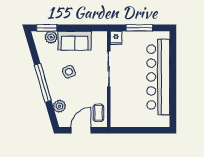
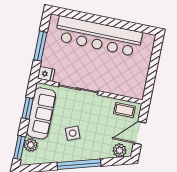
window: (83, 28) -> (28, 108), added
sofa: (75, 41) -> (41, 113), width x1.36
plant: (59, 106) -> (120, 150), moved
door: (81, 130) -> (140, 133), hinge flipped

